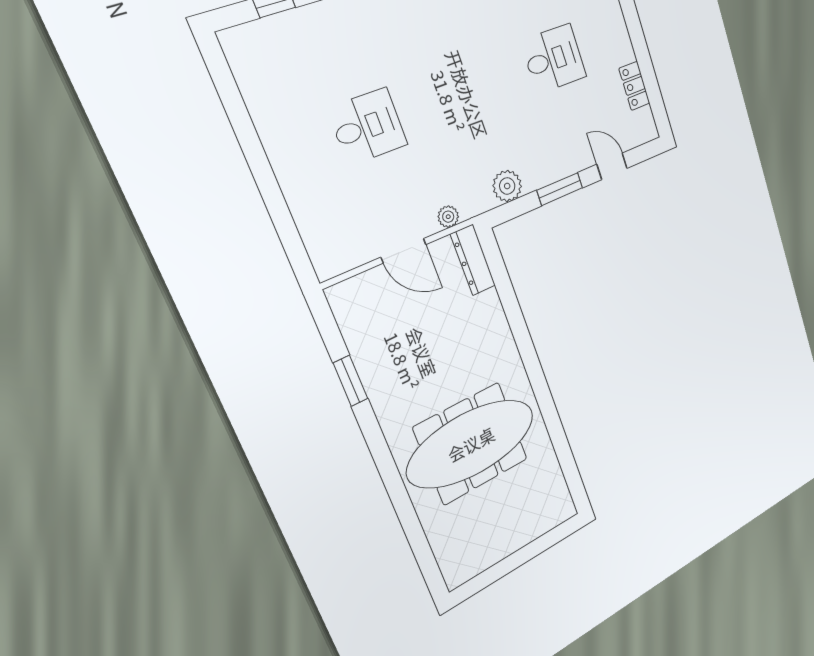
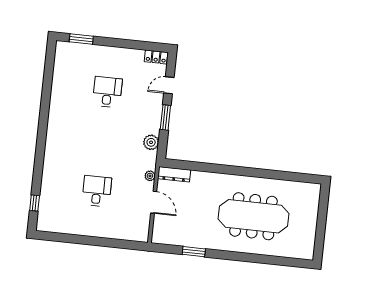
locker: (634, 86) -> (156, 57), moved
door: (404, 251) -> (154, 202), hinge flipped
meeting table: (471, 444) -> (253, 216), turned 90

